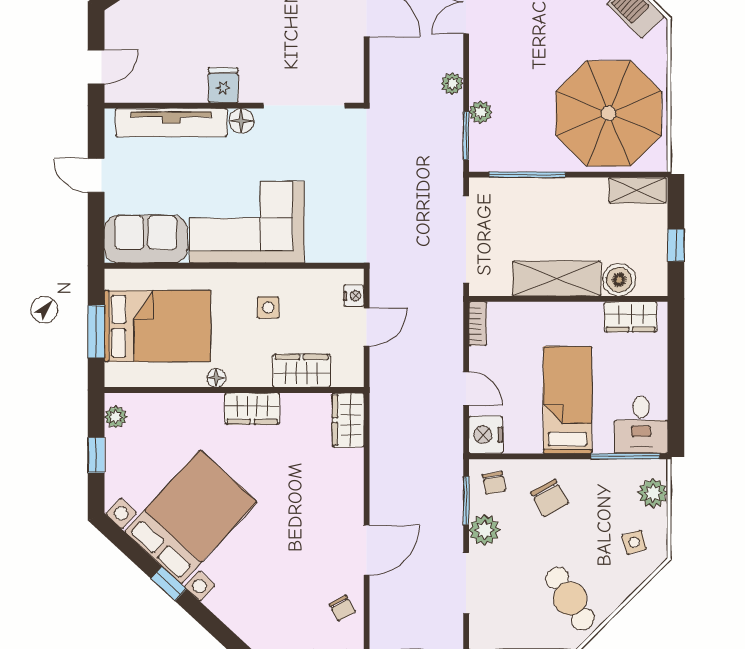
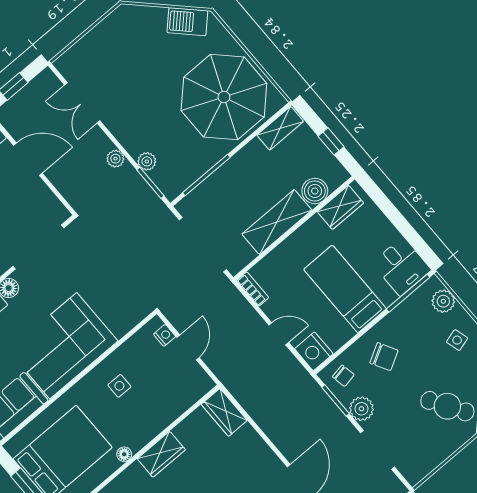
wardrobe: (302, 371) -> (171, 407), removed

